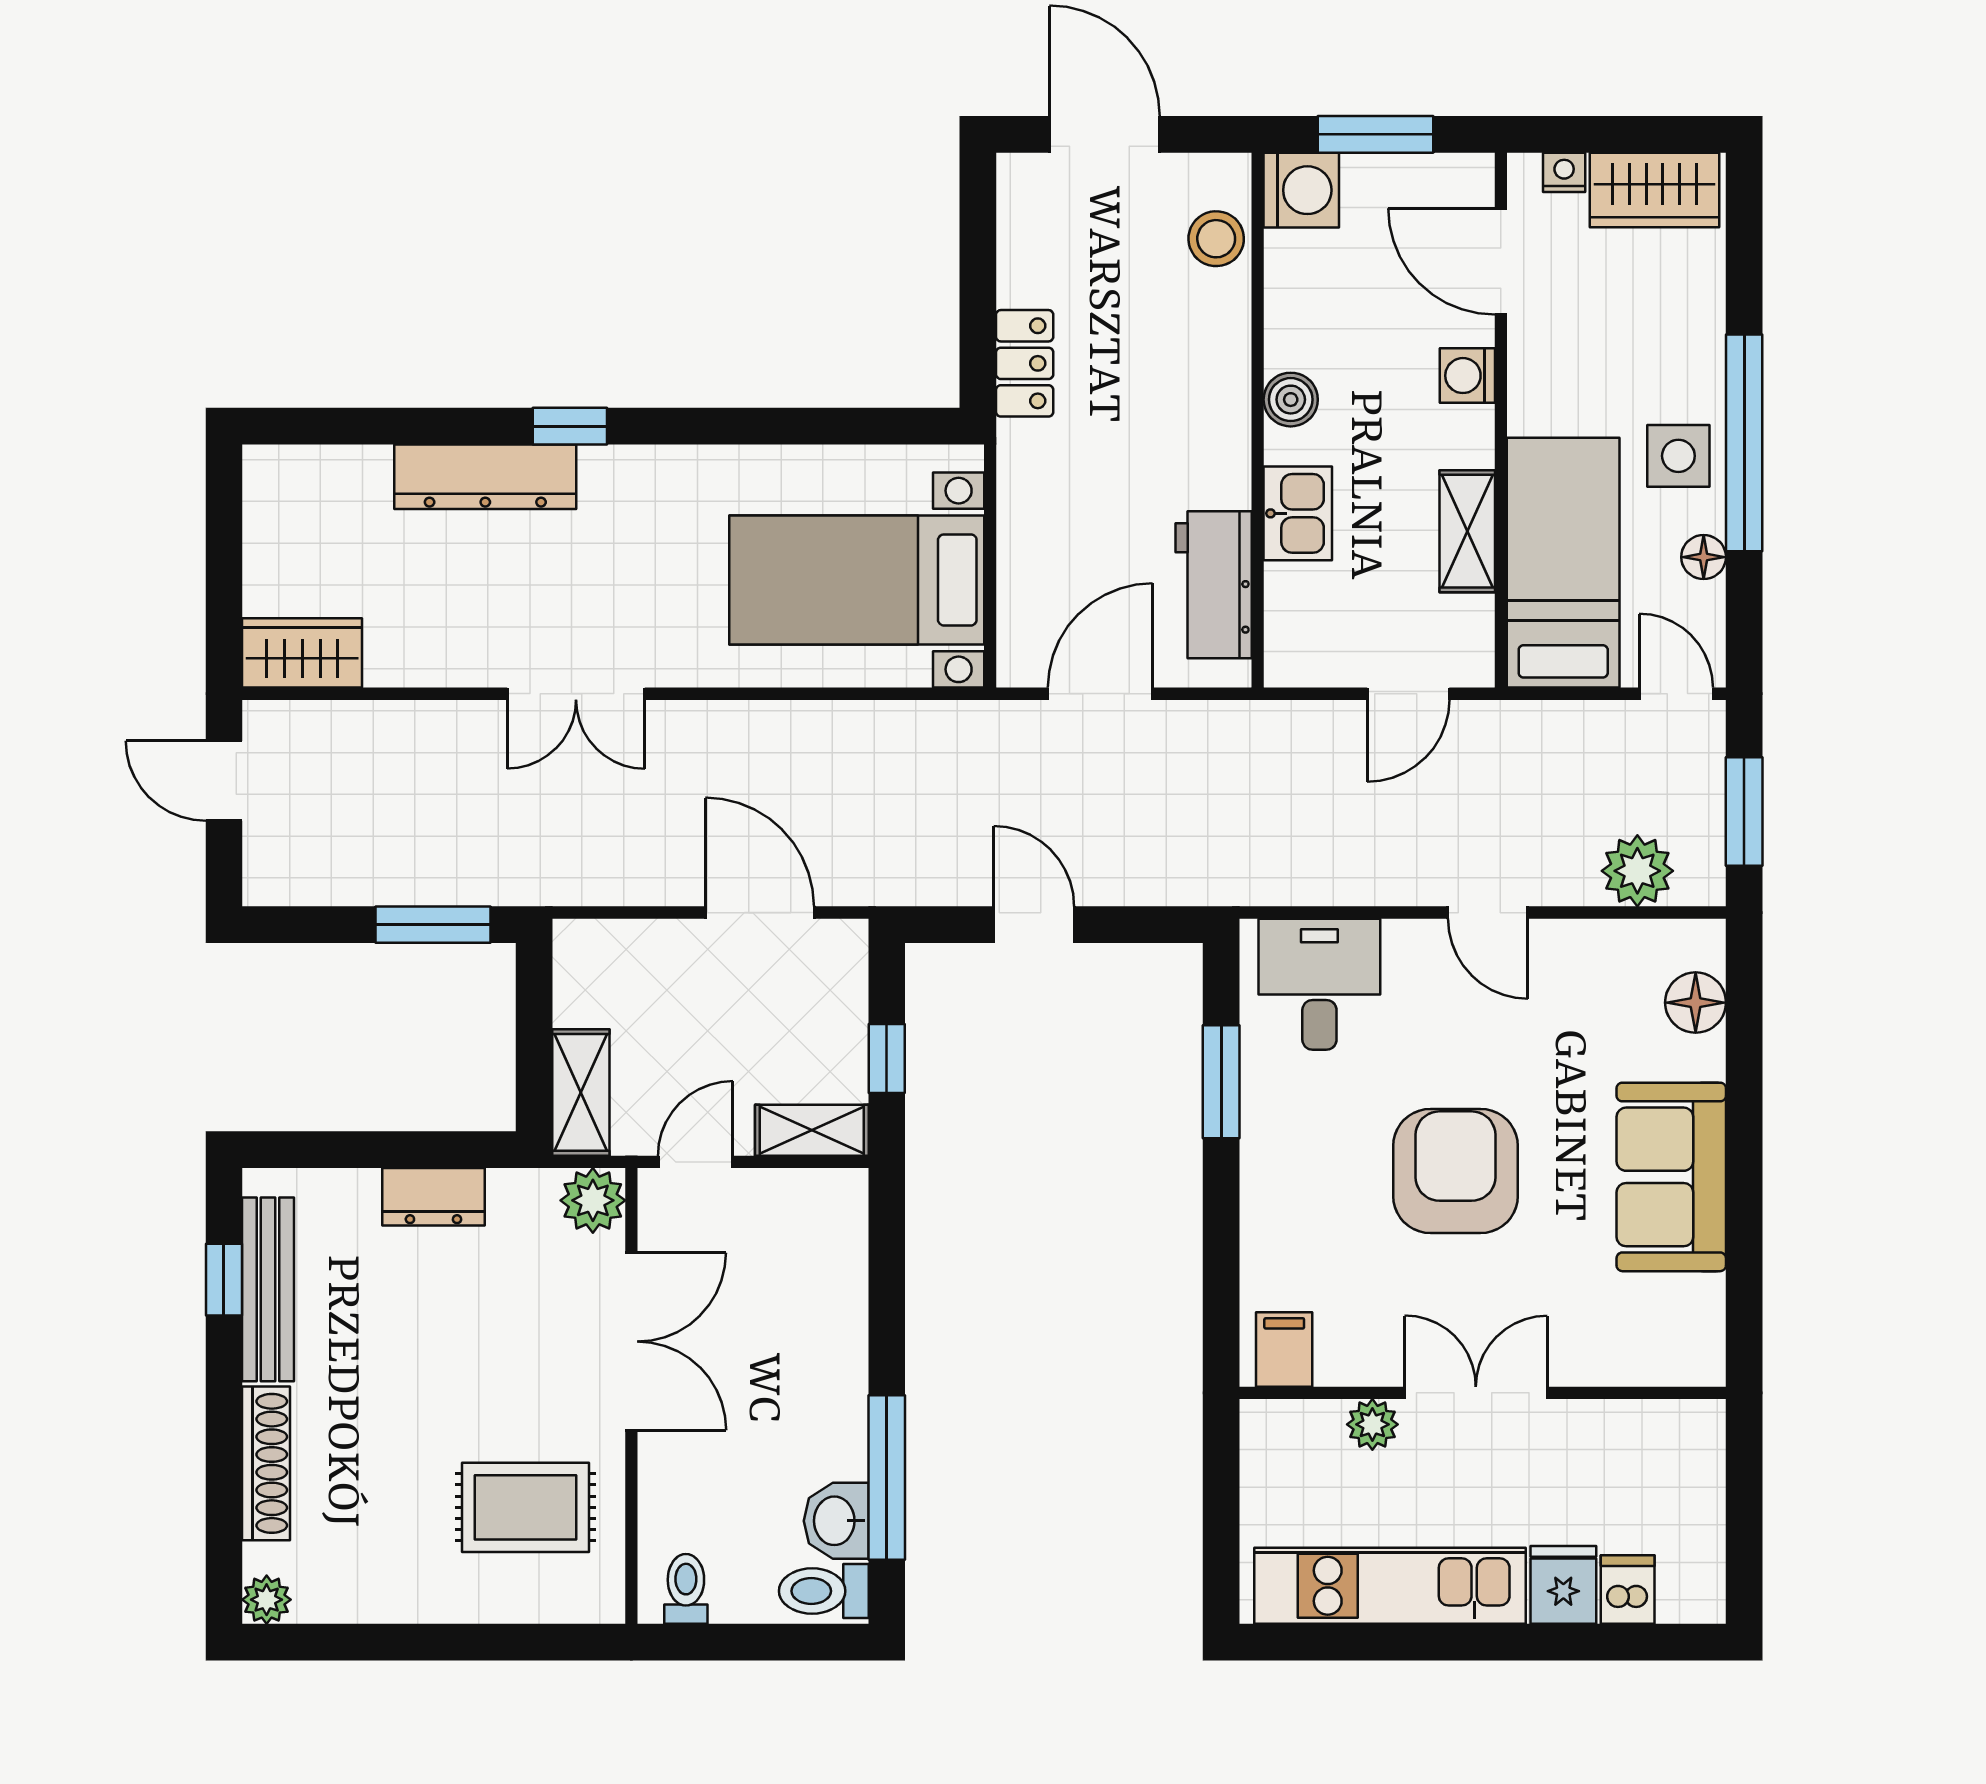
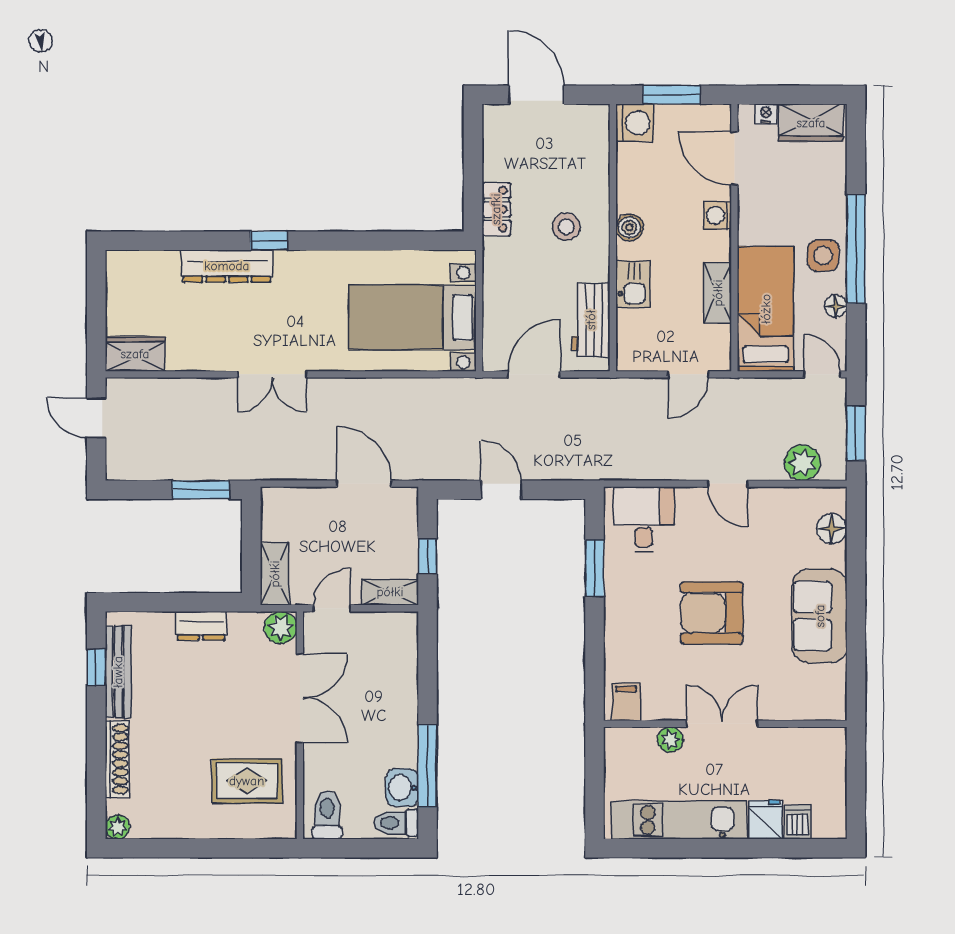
stool: (1216, 239) -> (566, 227), moved
armchair: (1456, 1171) -> (712, 613), turned -90
toilet: (686, 1589) -> (327, 815), width x1.37, depth x1.39

